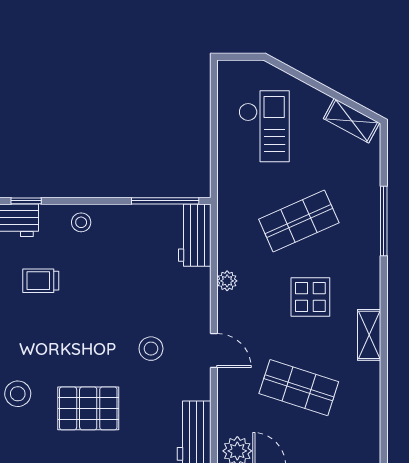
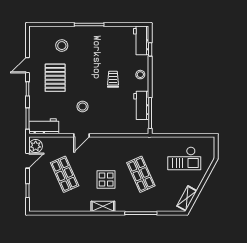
workbench: (195, 235) -> (141, 105), moved, turned -90
trolley: (41, 281) -> (113, 79), moved
plant: (227, 281) -> (114, 141), removed
shelving: (369, 335) -> (103, 206), moved
shop shelf: (299, 388) -> (65, 174), turned -42

